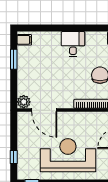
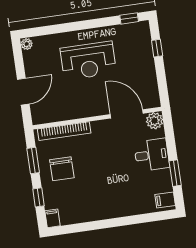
desk: (73, 44) -> (152, 155), moved, turned -90
reception desk: (68, 155) -> (88, 61), width x0.74, depth x0.77

